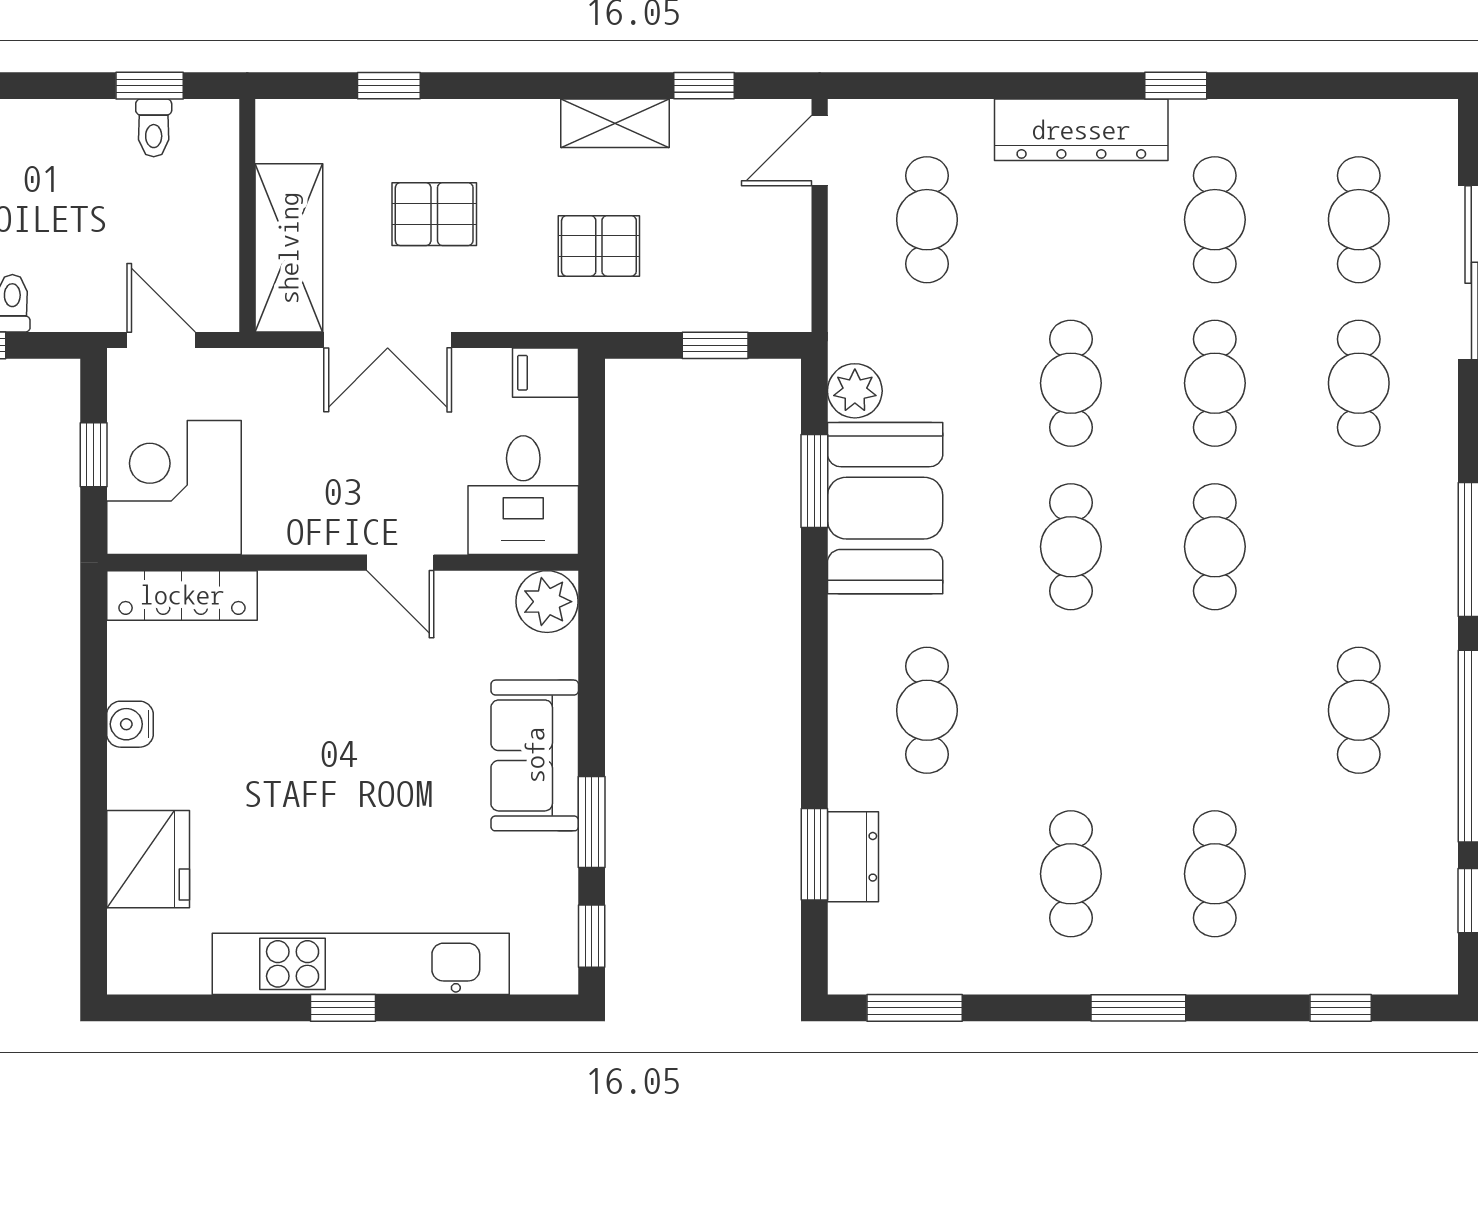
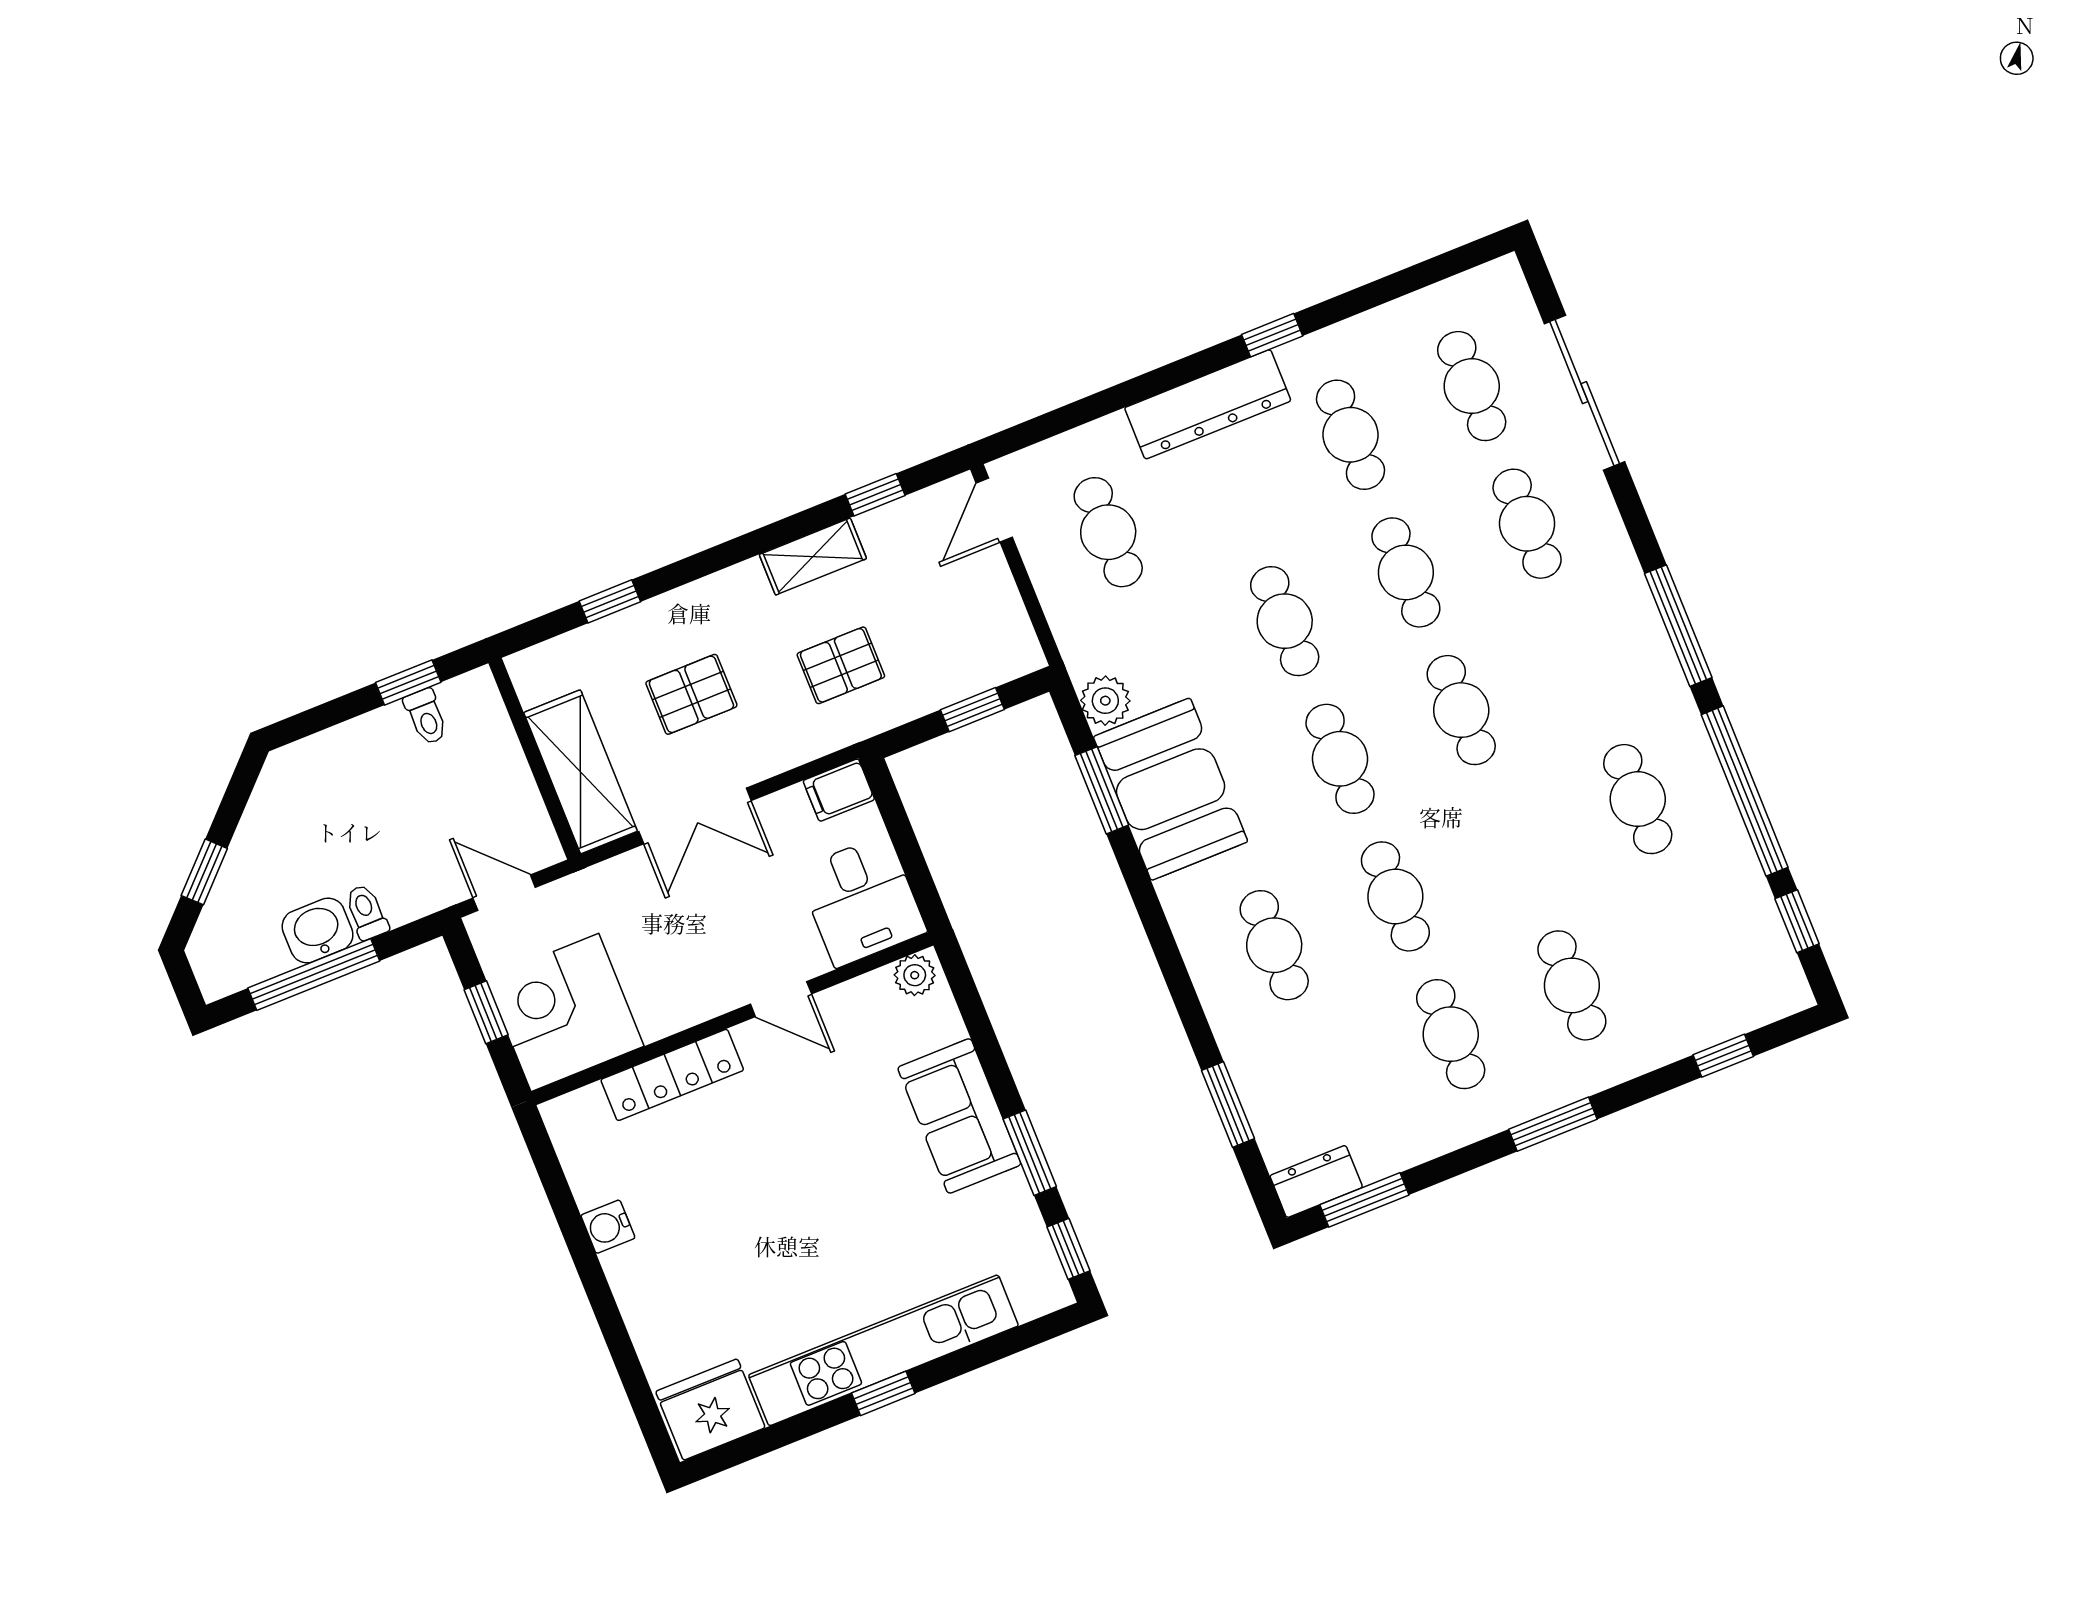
locker: (182, 595) -> (672, 1075), moved
plant: (547, 602) -> (915, 975), width x0.73, depth x0.73
cafe table: (1071, 710) -> (1395, 896), added
dresser: (853, 857) -> (1316, 1181), moved, turned -90
fridge: (148, 859) -> (710, 1410), moved, turned -90

